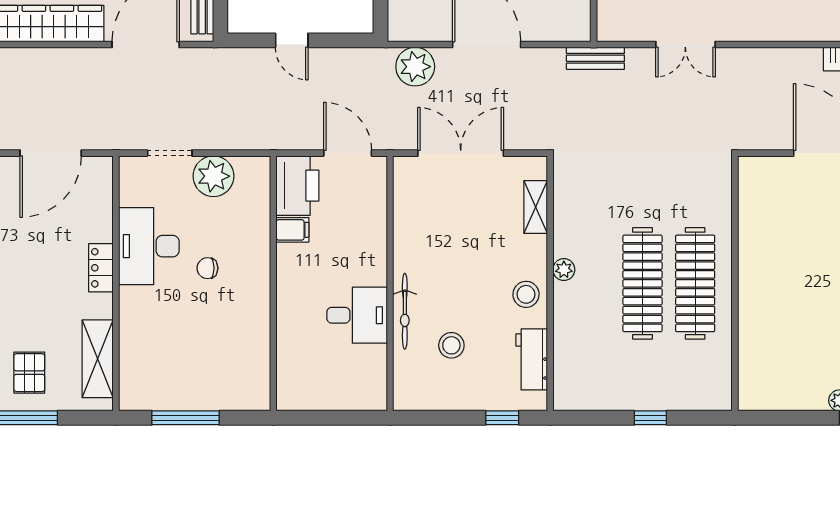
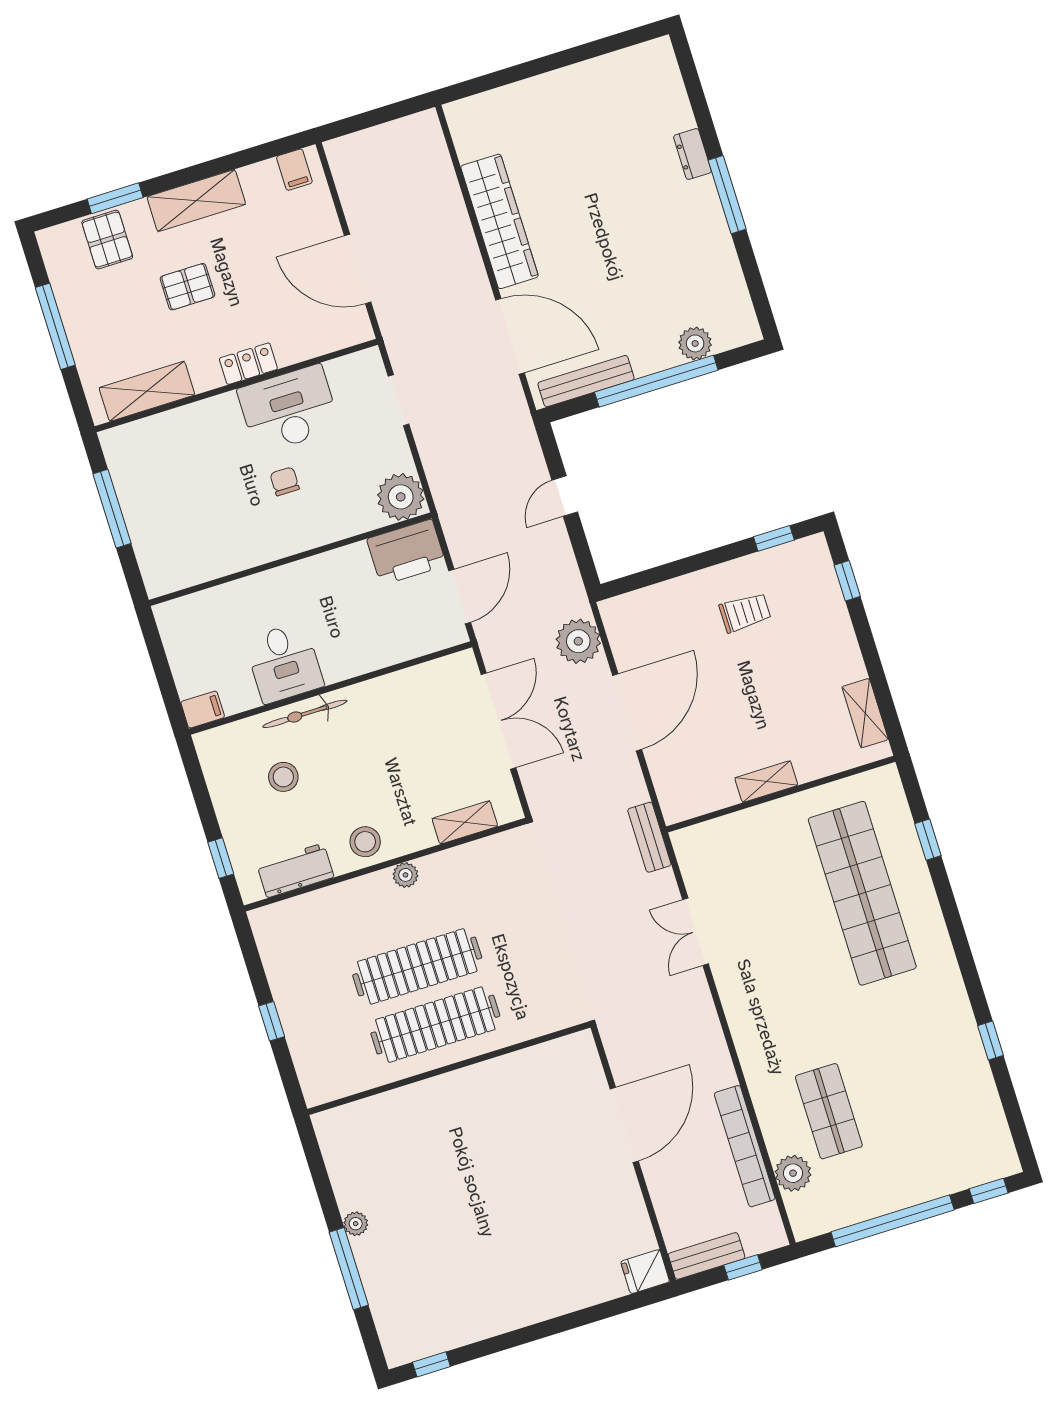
plant: (213, 176) -> (401, 497), moved
filing cabinet: (292, 230) -> (203, 710), moved, turned -90
pallet: (29, 373) -> (187, 287), moved

